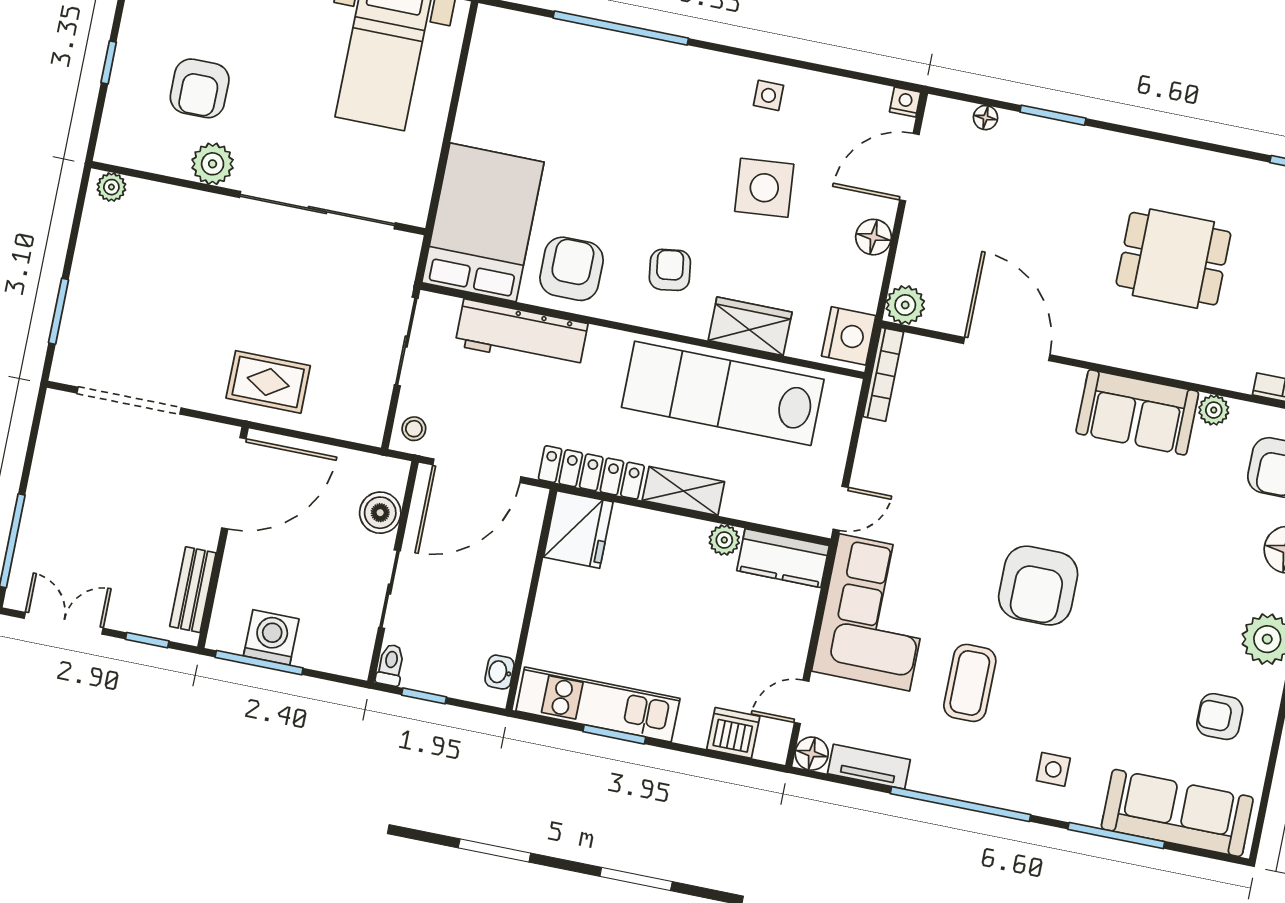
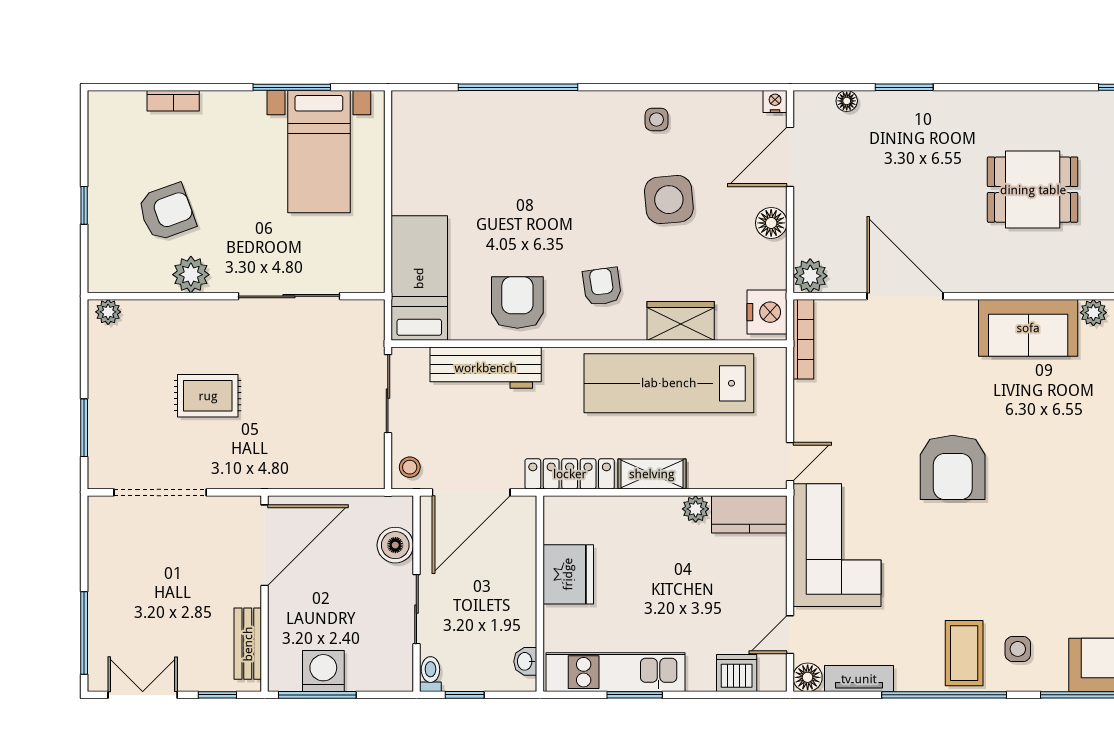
armchair: (200, 88) -> (167, 212), turned -110
sliding door: (317, 210) -> (289, 296), width x0.73
bed: (483, 222) -> (419, 278), width x0.67
rug: (268, 382) -> (208, 396), moved
fridge: (578, 530) -> (568, 574), moved
armchair: (1038, 586) -> (953, 467), moved
coffee table: (970, 683) -> (964, 653), moved

